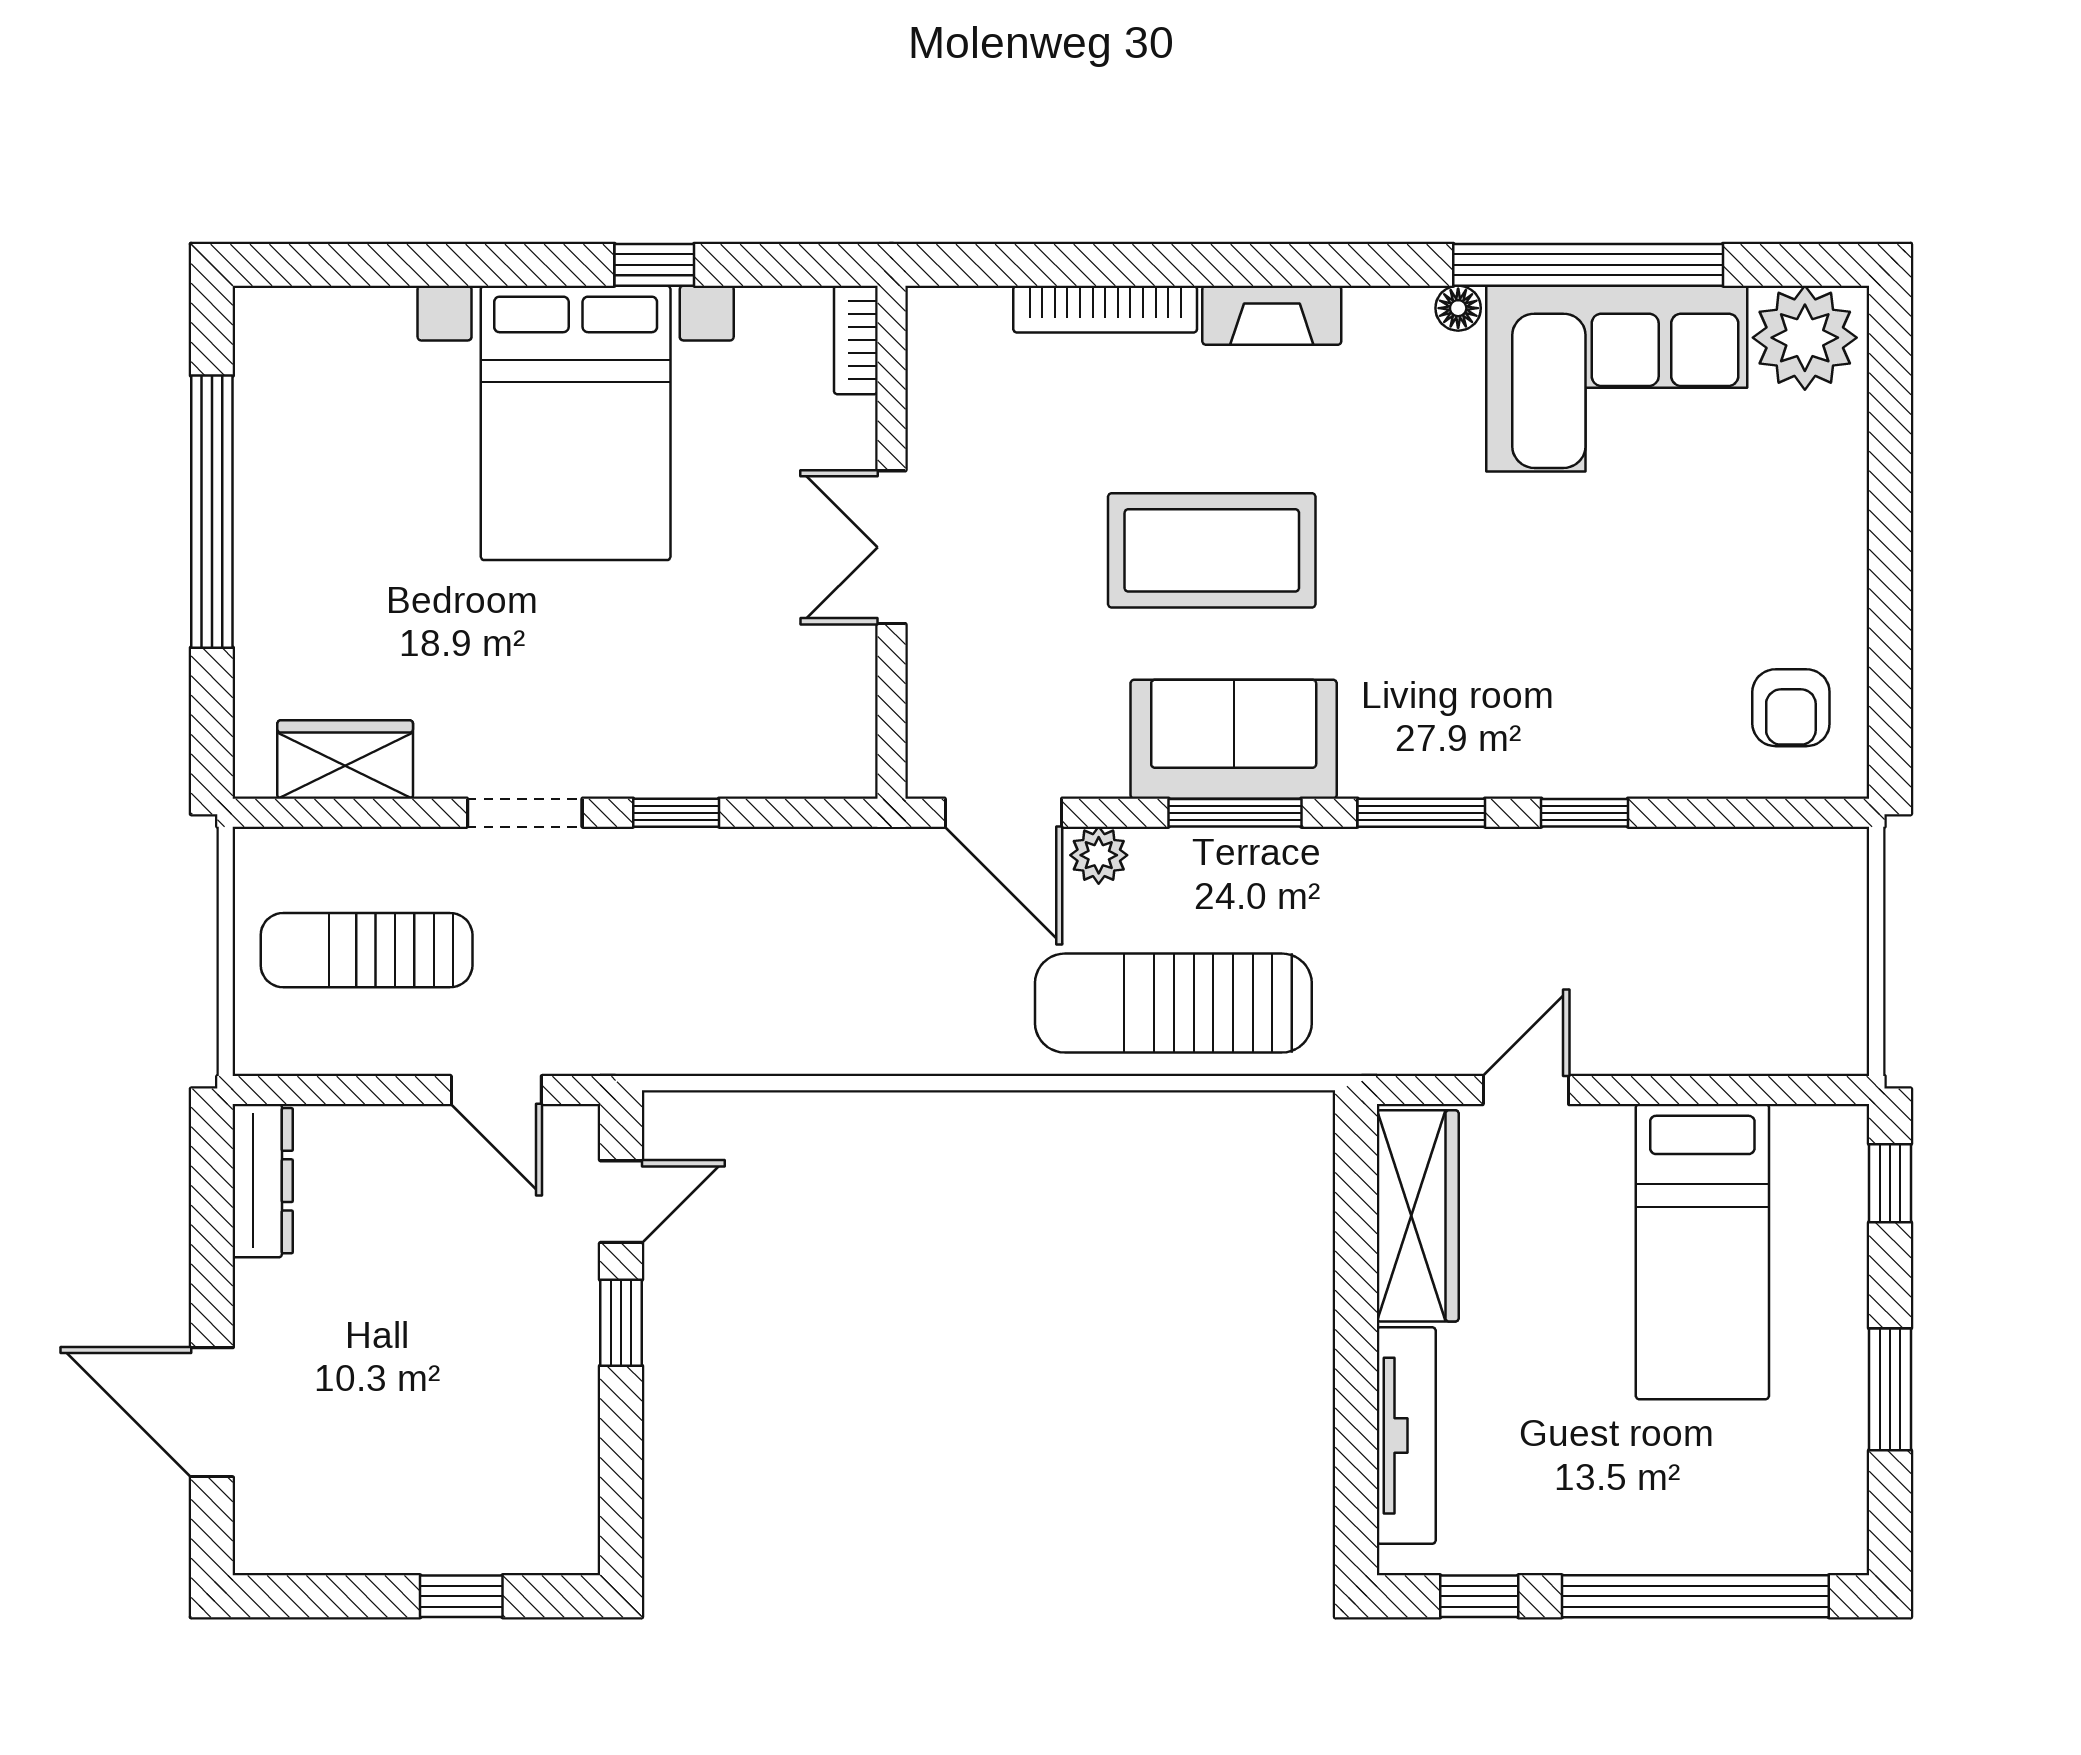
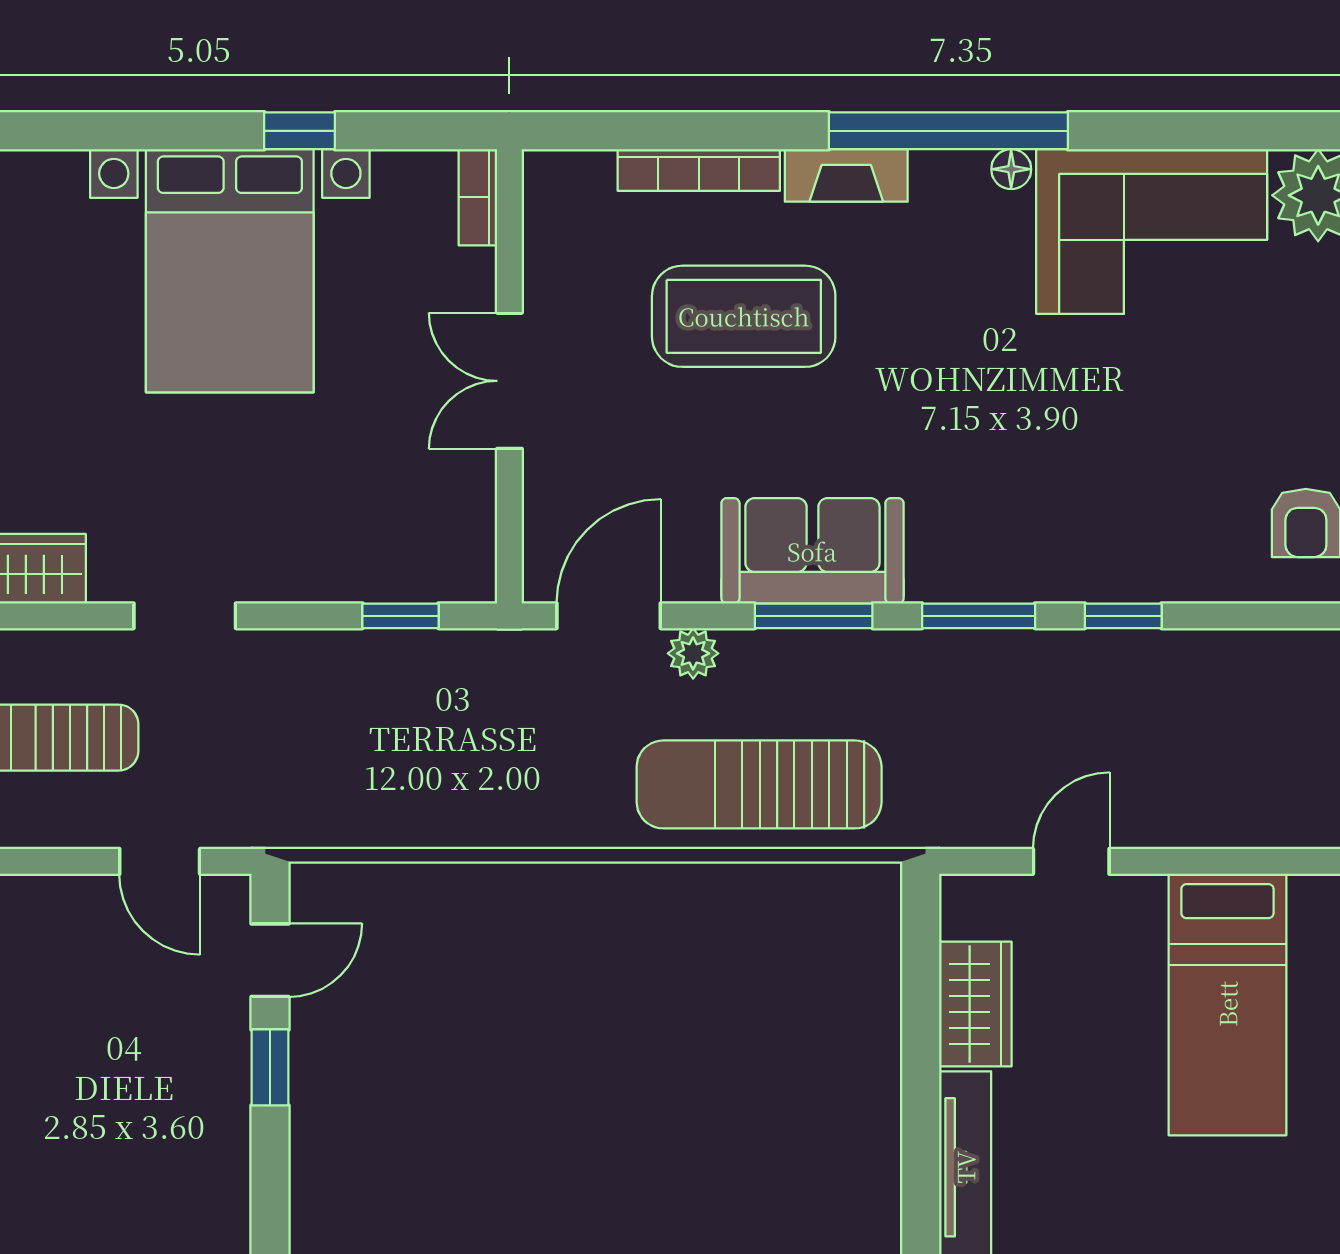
window: (1588, 265) -> (948, 131), moved
coffee table: (1212, 550) -> (744, 316), moved
window: (676, 813) -> (400, 616), moved
door: (1003, 813) -> (609, 616), swing flipped
wardrobe: (1418, 1216) -> (975, 1004), width x0.67

